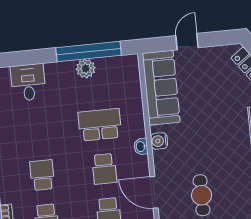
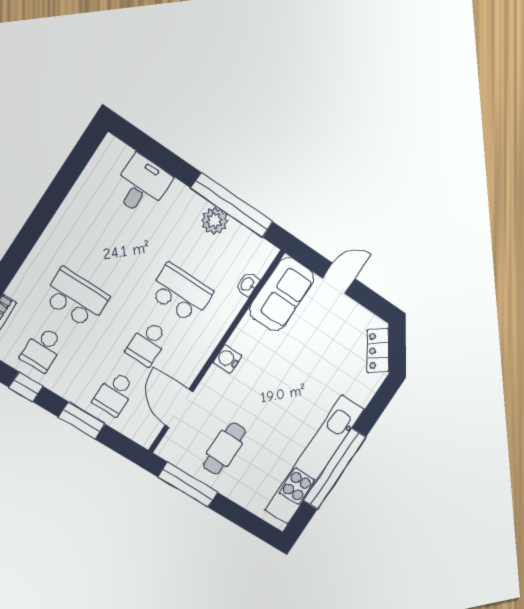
sofa: (161, 88) -> (282, 294), width x0.73
washbasin: (141, 147) -> (248, 284), moved
school desk: (42, 175) -> (76, 298), width x1.85

